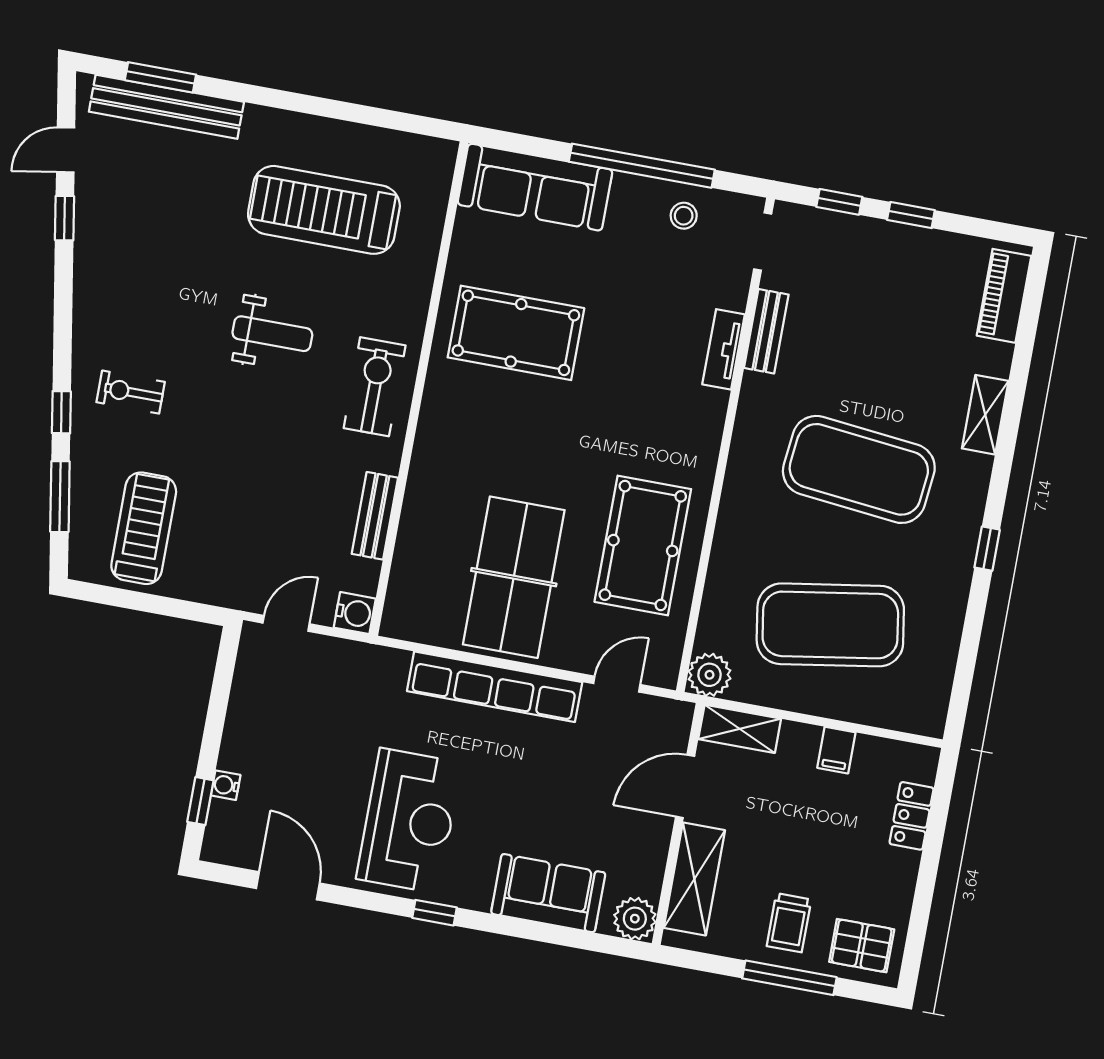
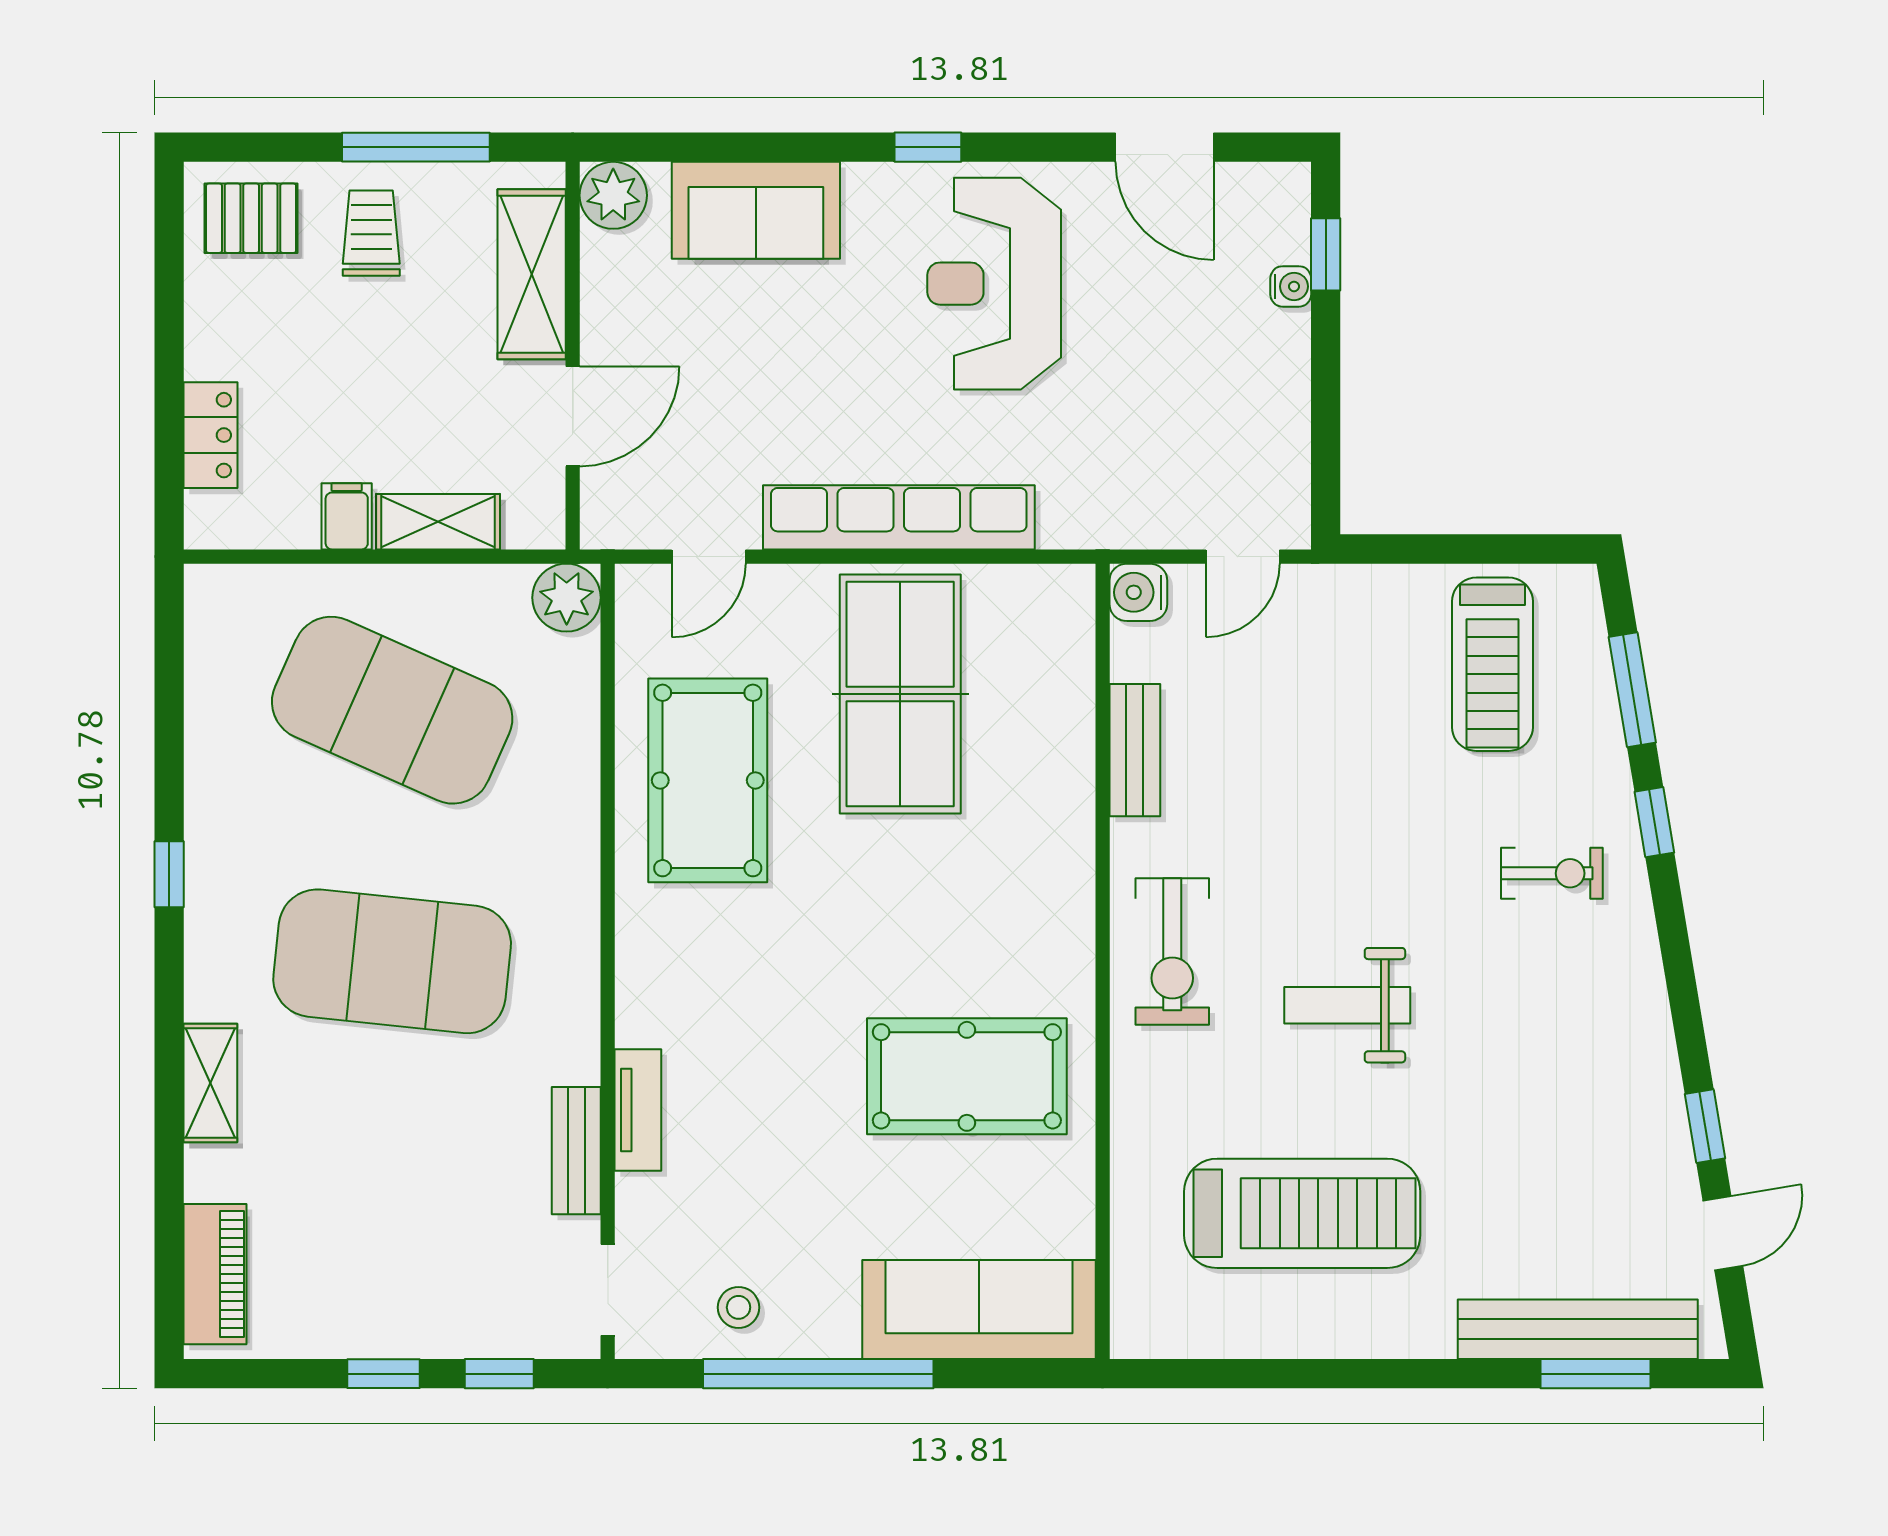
exercise mat: (830, 625) -> (392, 710), turned 33
shelving: (740, 729) -> (438, 522), moved
window: (789, 978) -> (416, 147), moved

